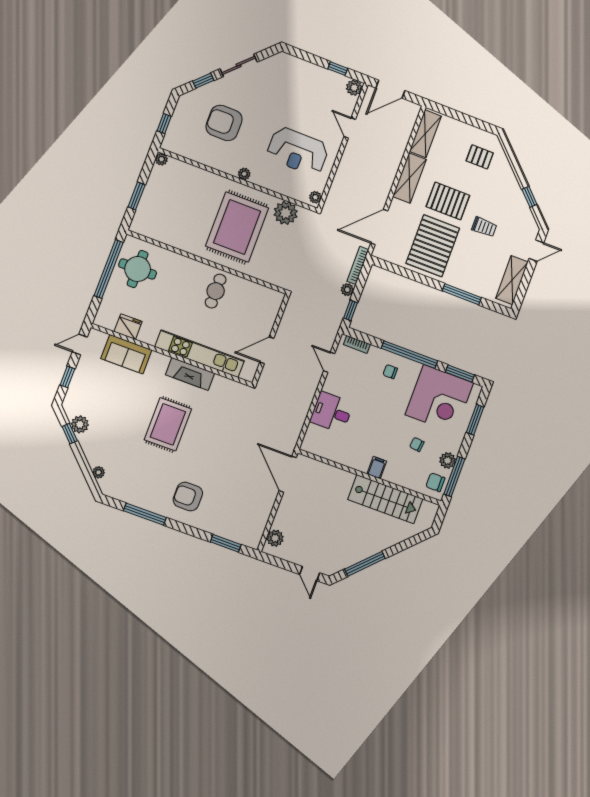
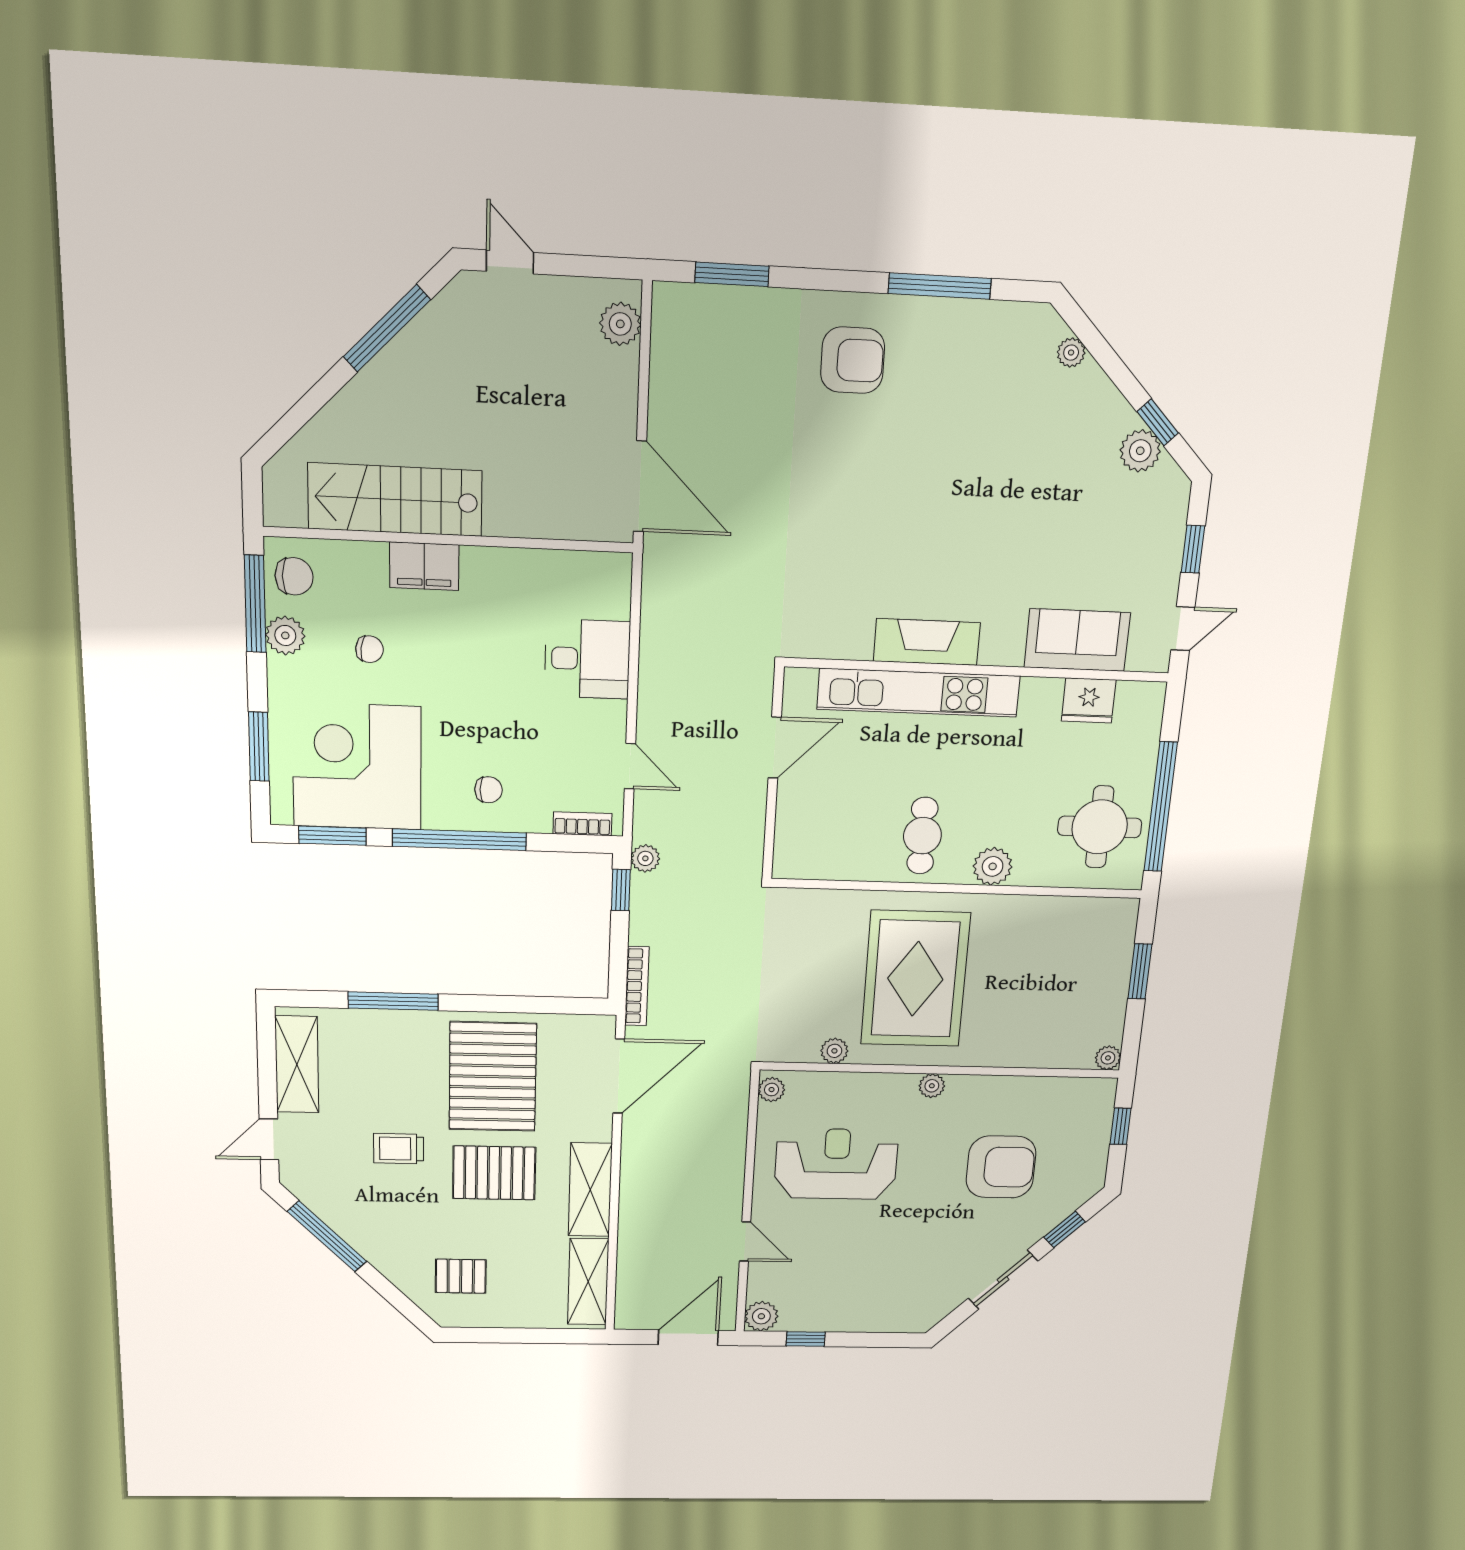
window: (529, 197) -> (327, 1236), width x2.17
plant: (286, 213) -> (834, 1051), width x0.53, depth x0.53
plant: (189, 267) -> (993, 866), added
plant: (347, 290) -> (645, 858), moved
rug: (168, 424) -> (944, 514), removed
filing cabinet: (377, 468) -> (424, 566), width x2.00

